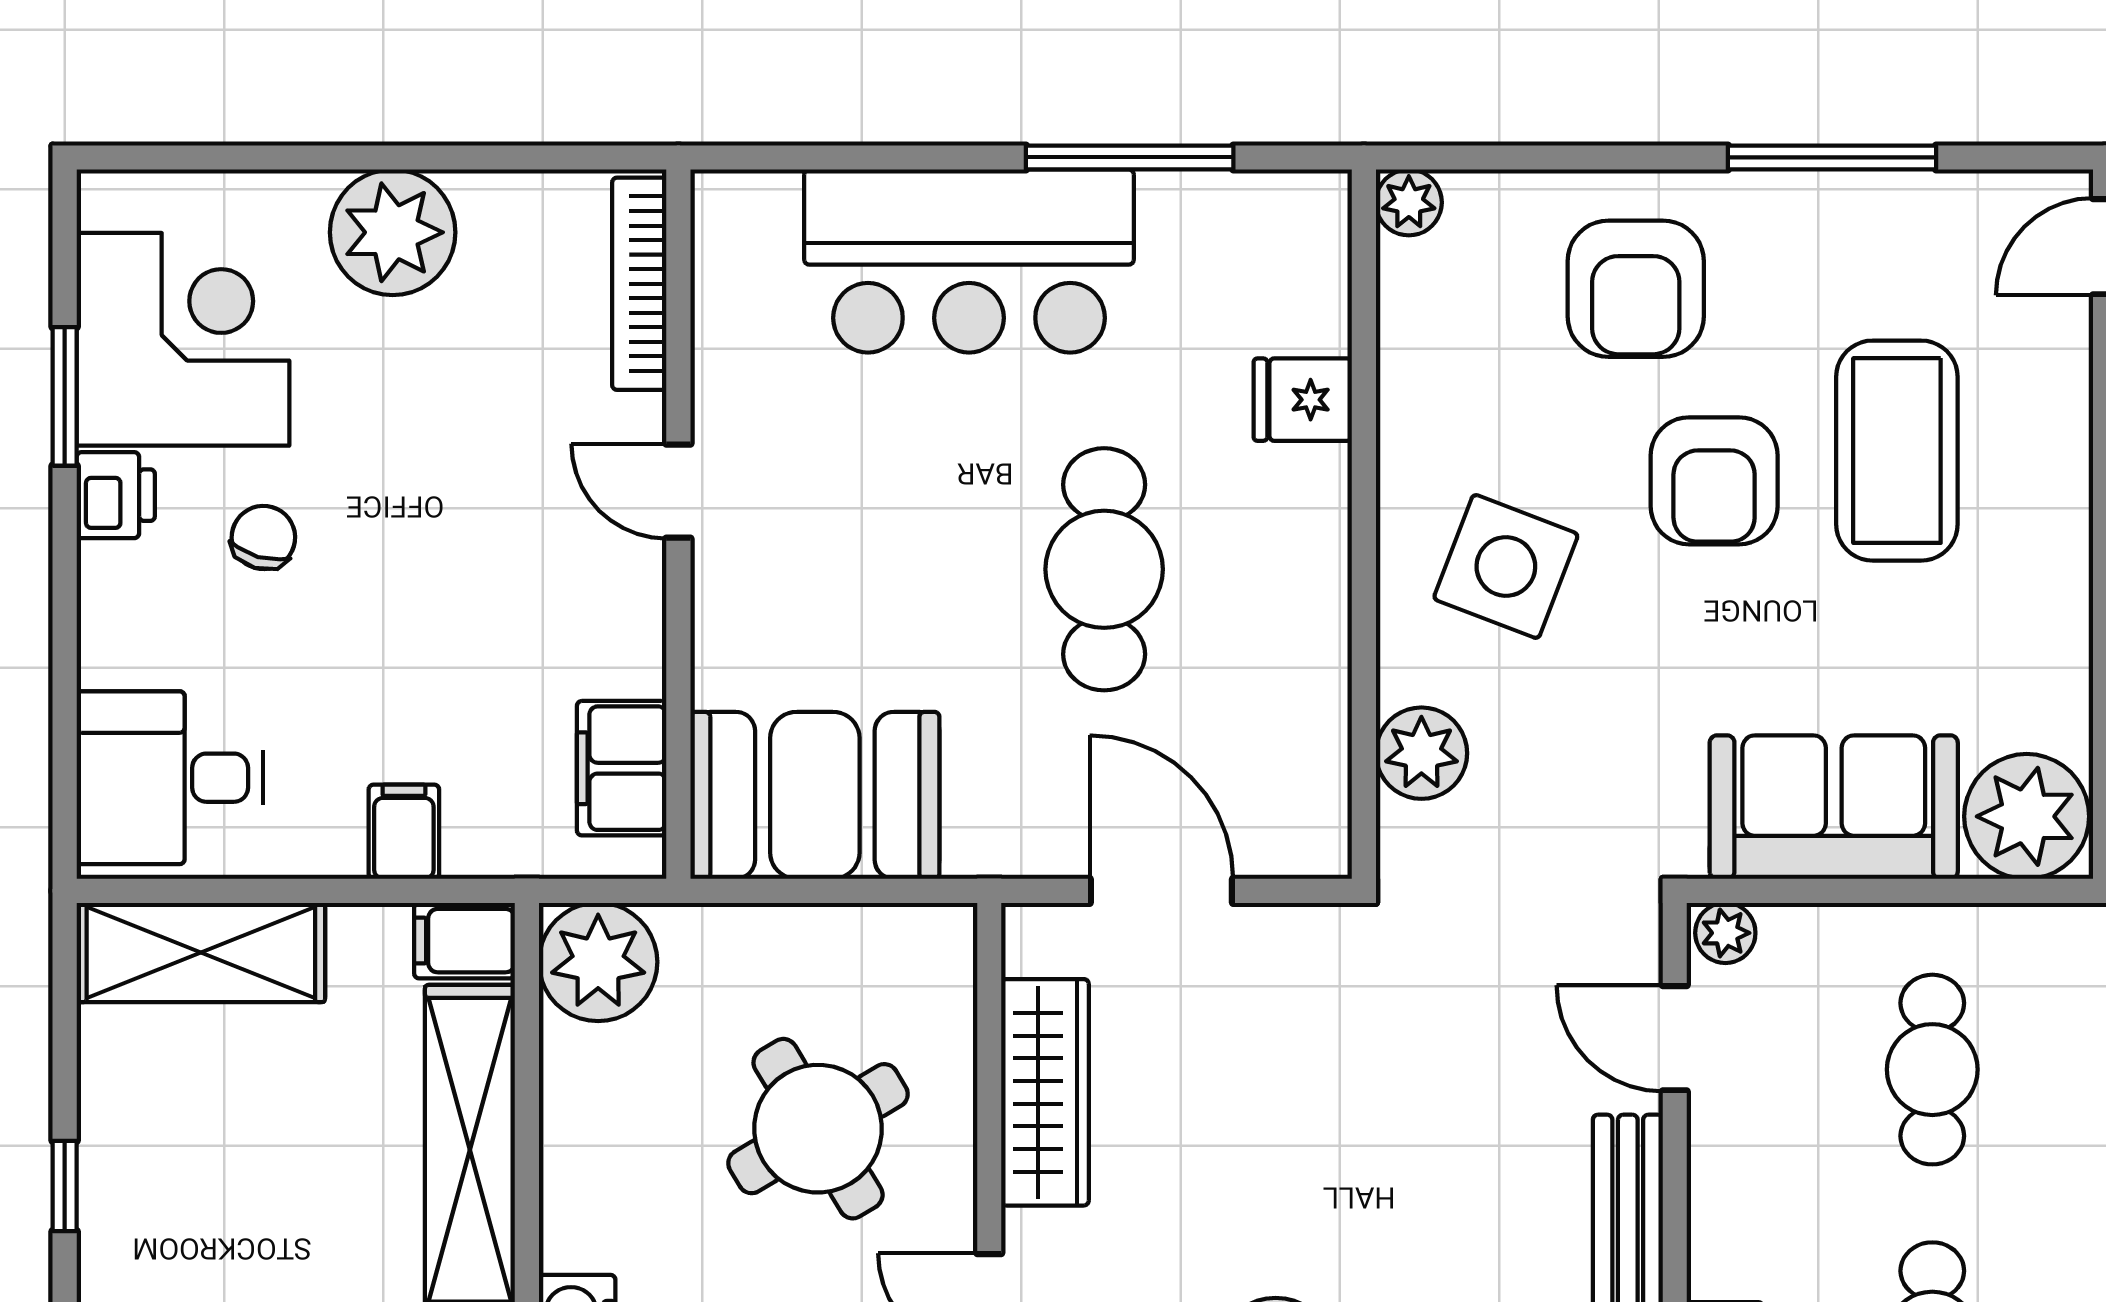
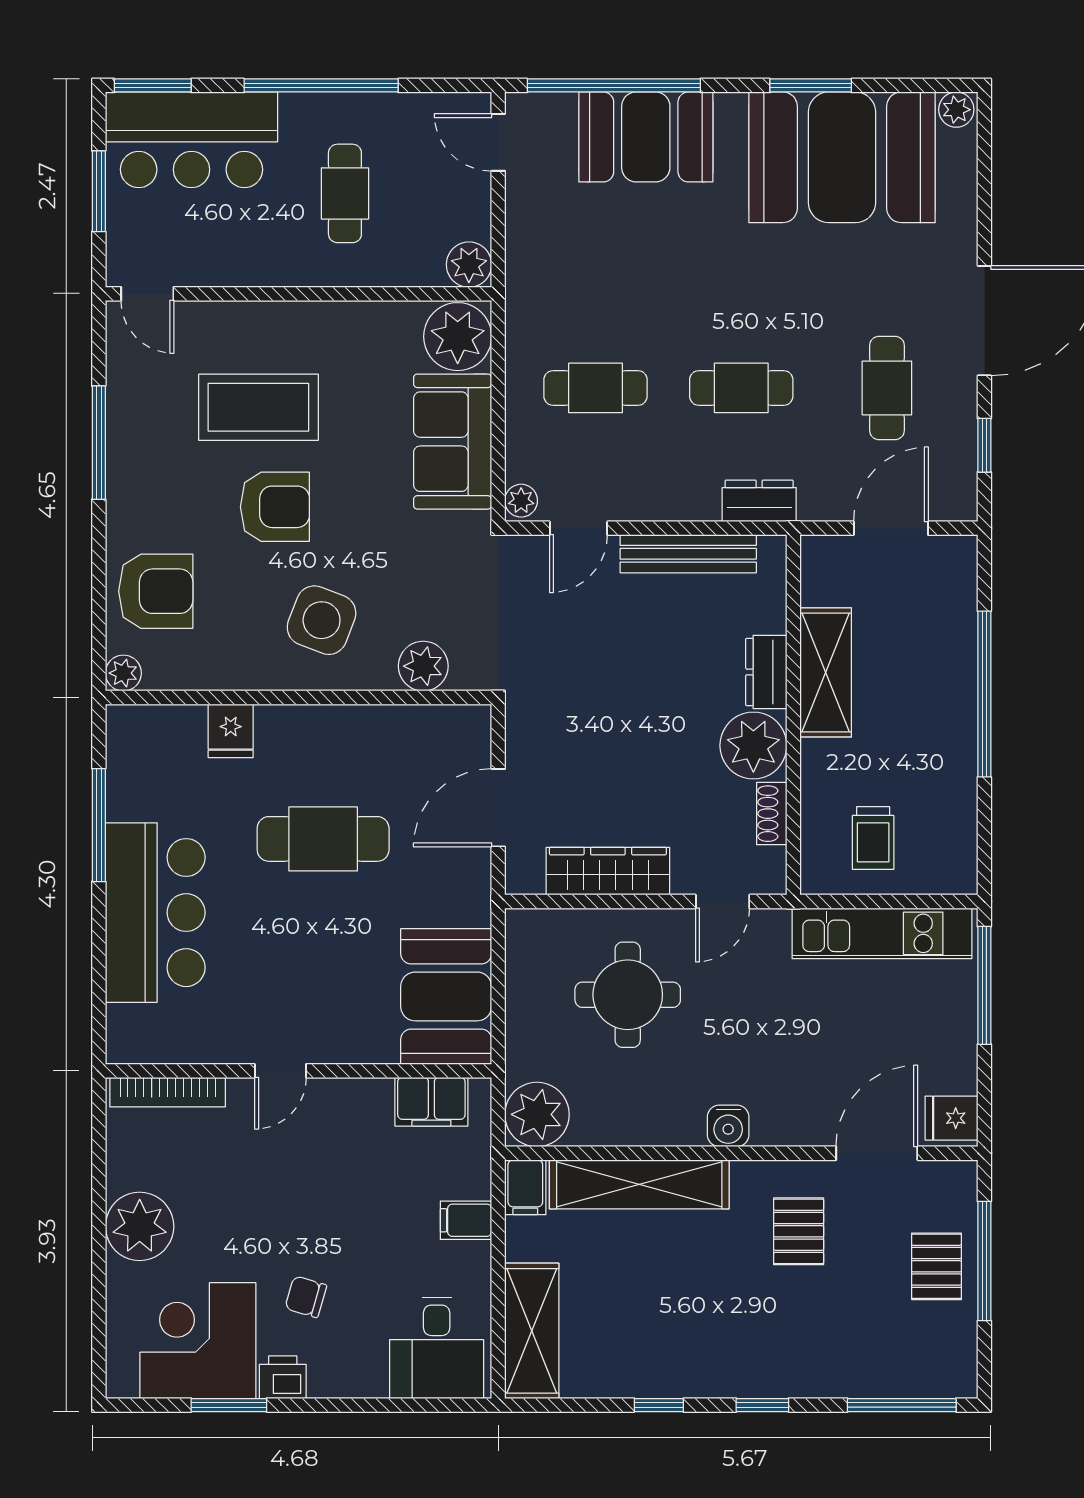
armchair: (1636, 289) -> (156, 591), moved
round table: (818, 1129) -> (628, 995), turned 31

